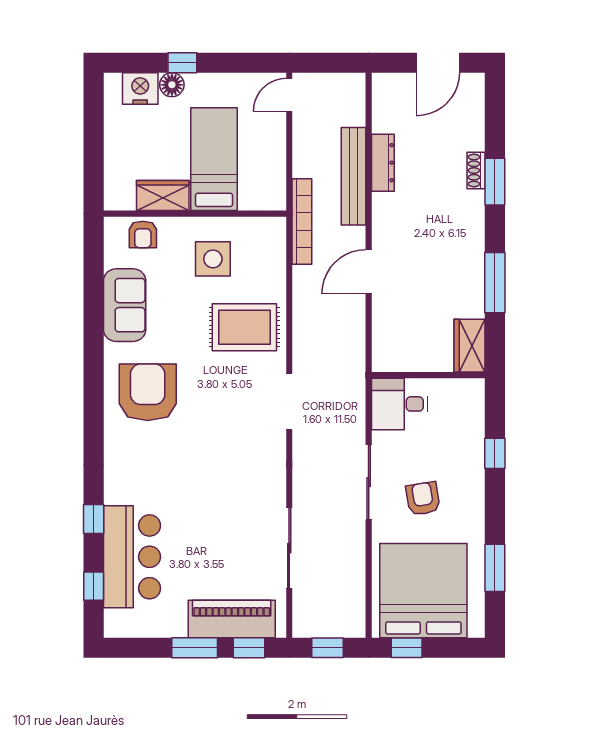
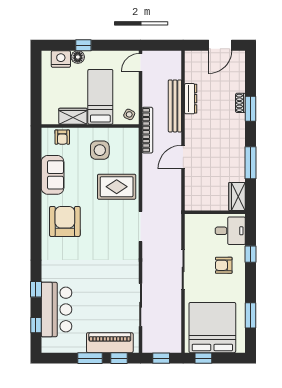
side table: (268, 192) -> (129, 114), added
desk: (400, 404) -> (230, 231), moved, turned 180
armchair: (423, 499) -> (224, 265), moved, turned -81

